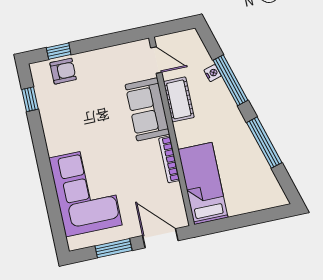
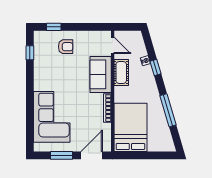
armchair: (63, 71) -> (66, 47), moved
window: (231, 80) -> (155, 68), width x0.46
bed: (203, 184) -> (130, 127), width x1.50
door: (160, 238) -> (92, 155), hinge flipped

